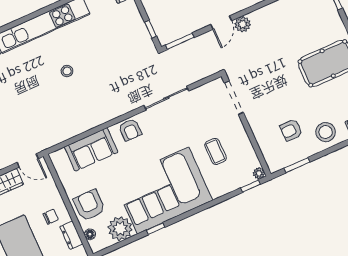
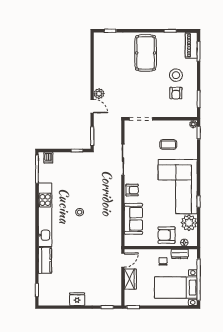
stool: (326, 132) -> (176, 75), moved

